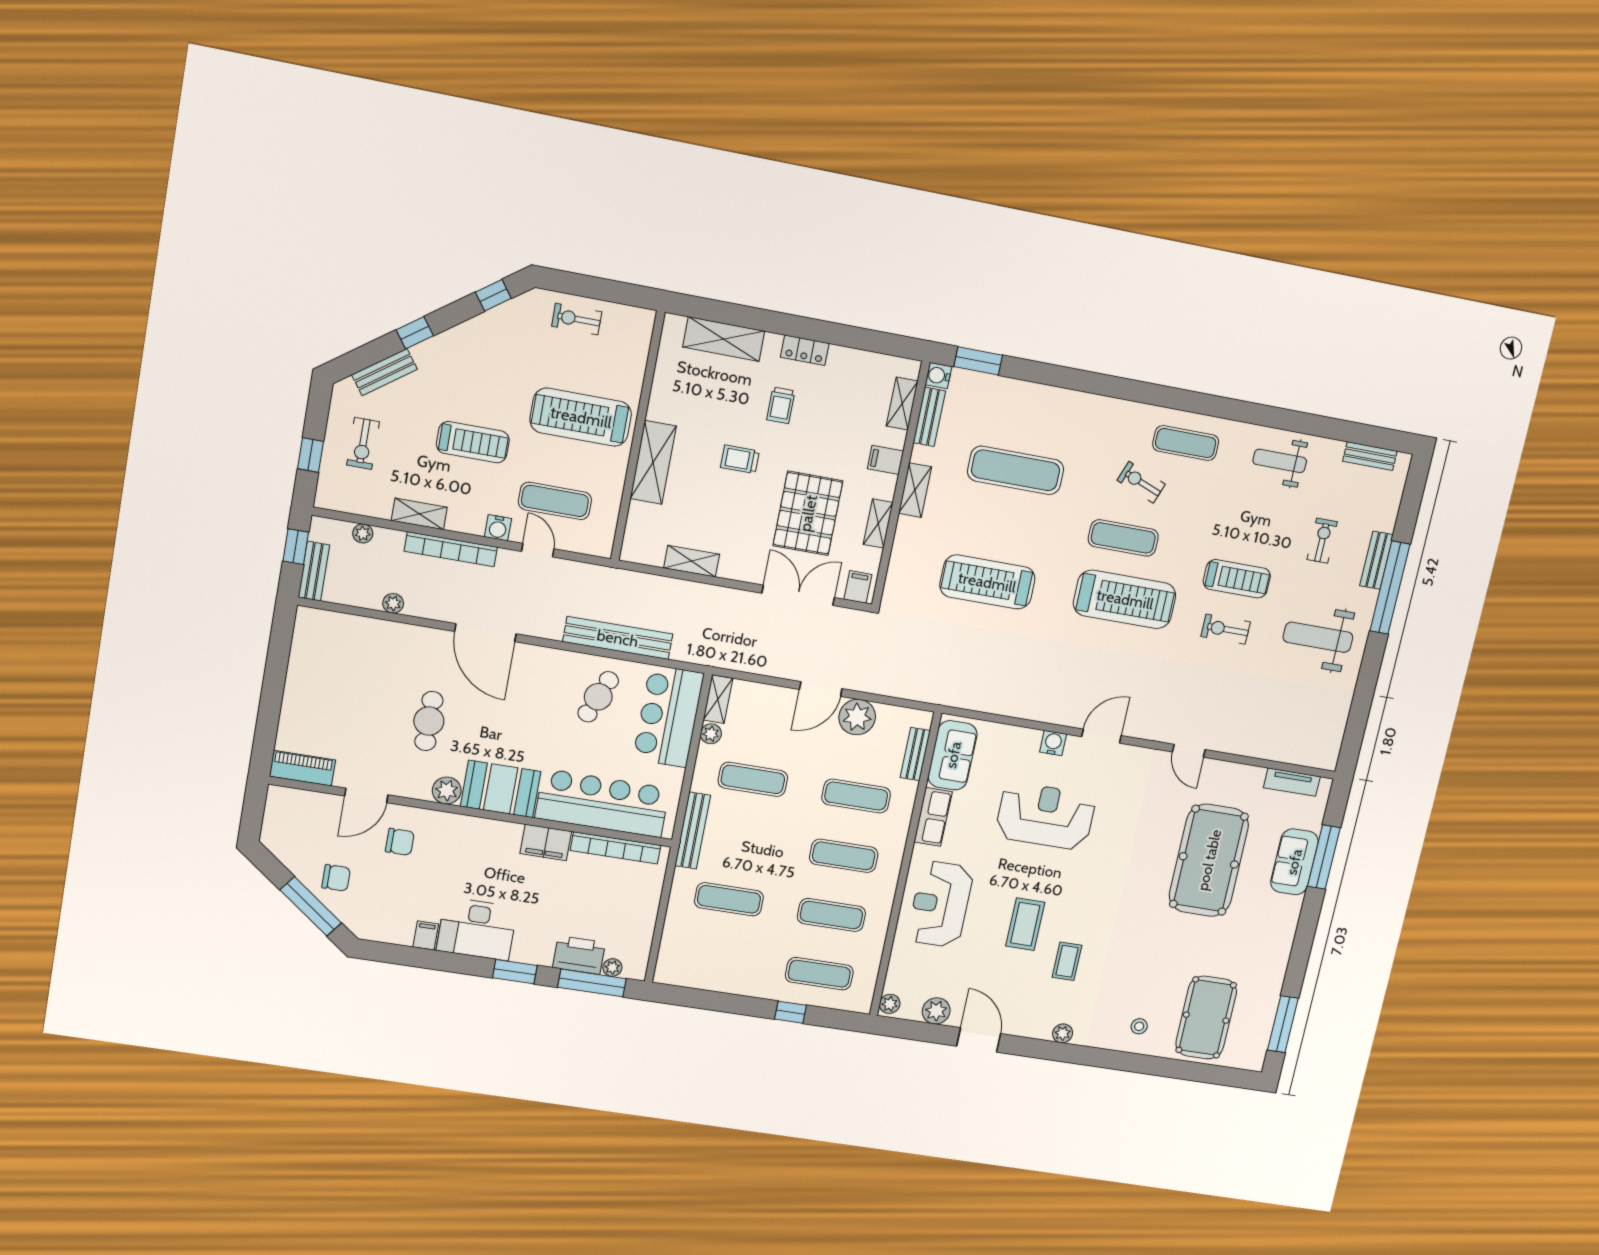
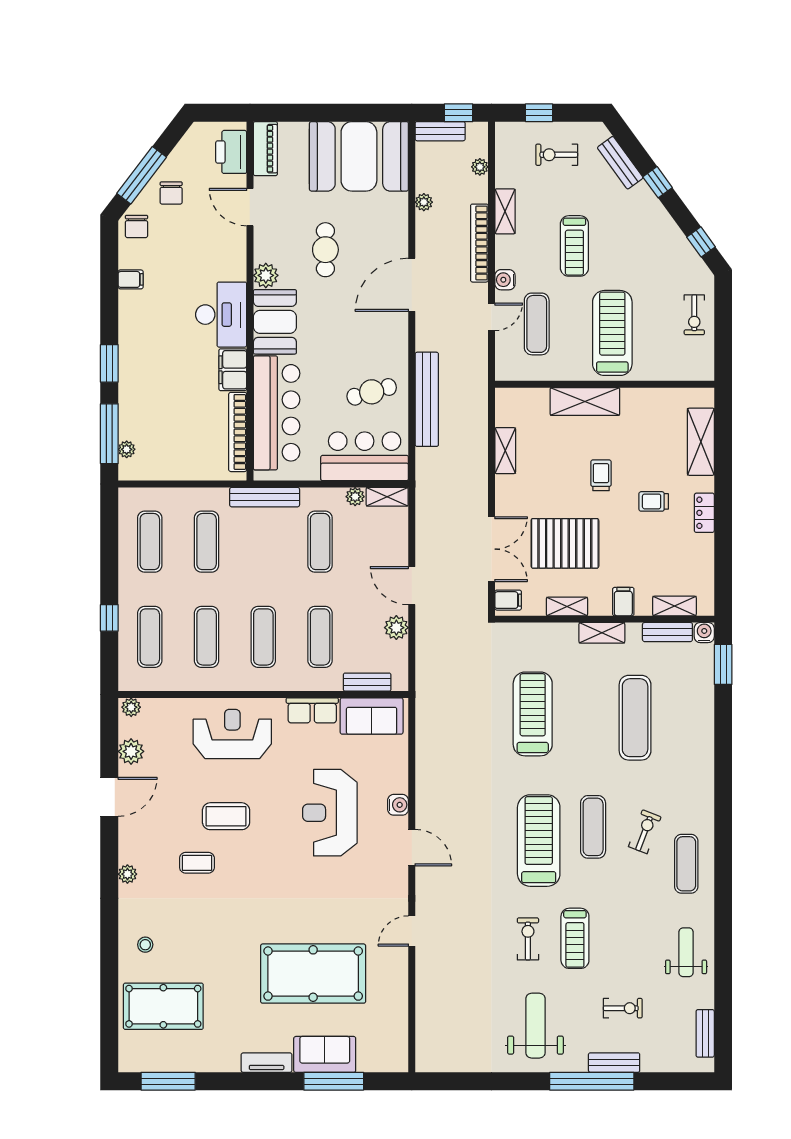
exercise bike: (577, 319) -> (694, 315), turned 180
treadmill: (1125, 599) -> (539, 841), turned 180
booth: (328, 667) -> (359, 156), added
cafe table: (598, 697) -> (372, 392), turned -38
plant: (857, 717) -> (396, 628), width x0.73, depth x0.73
cafe table: (429, 721) -> (325, 250), turned 90
tv unit: (1292, 782) -> (267, 1063), moved, turned 90
reception desk: (1046, 816) -> (330, 813), turned 180
chair: (400, 842) -> (137, 226), moved
desk: (477, 929) -> (221, 315), moved, turned 180
printer: (579, 955) -> (231, 152), moved, turned 180
exercise mat: (717, 958) -> (150, 542), added

